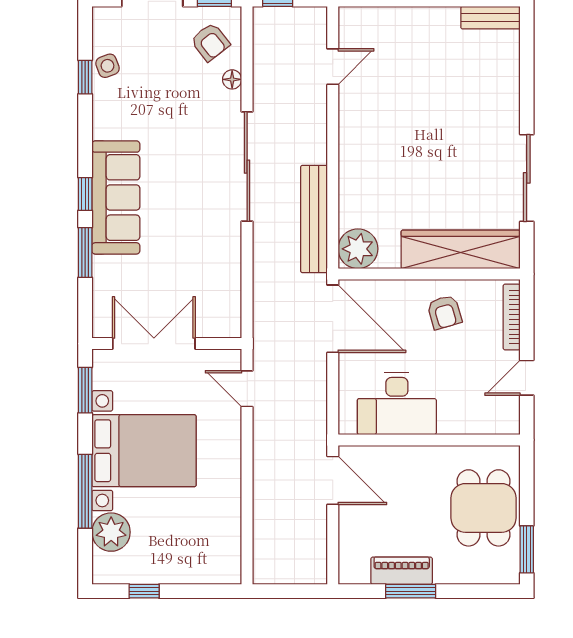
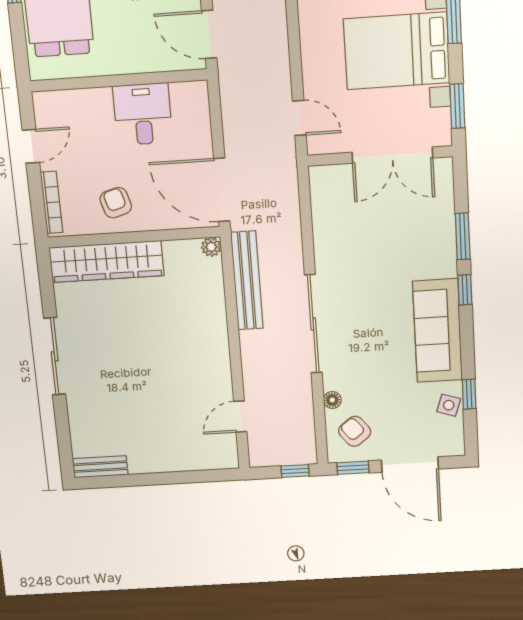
side table: (107, 66) -> (449, 405), turned 38
sliding door: (527, 178) -> (55, 356), moved
sofa: (116, 197) -> (437, 331), moved
plant: (358, 249) -> (211, 247), width x0.53, depth x0.53
desk: (397, 404) -> (143, 114), width x0.73

